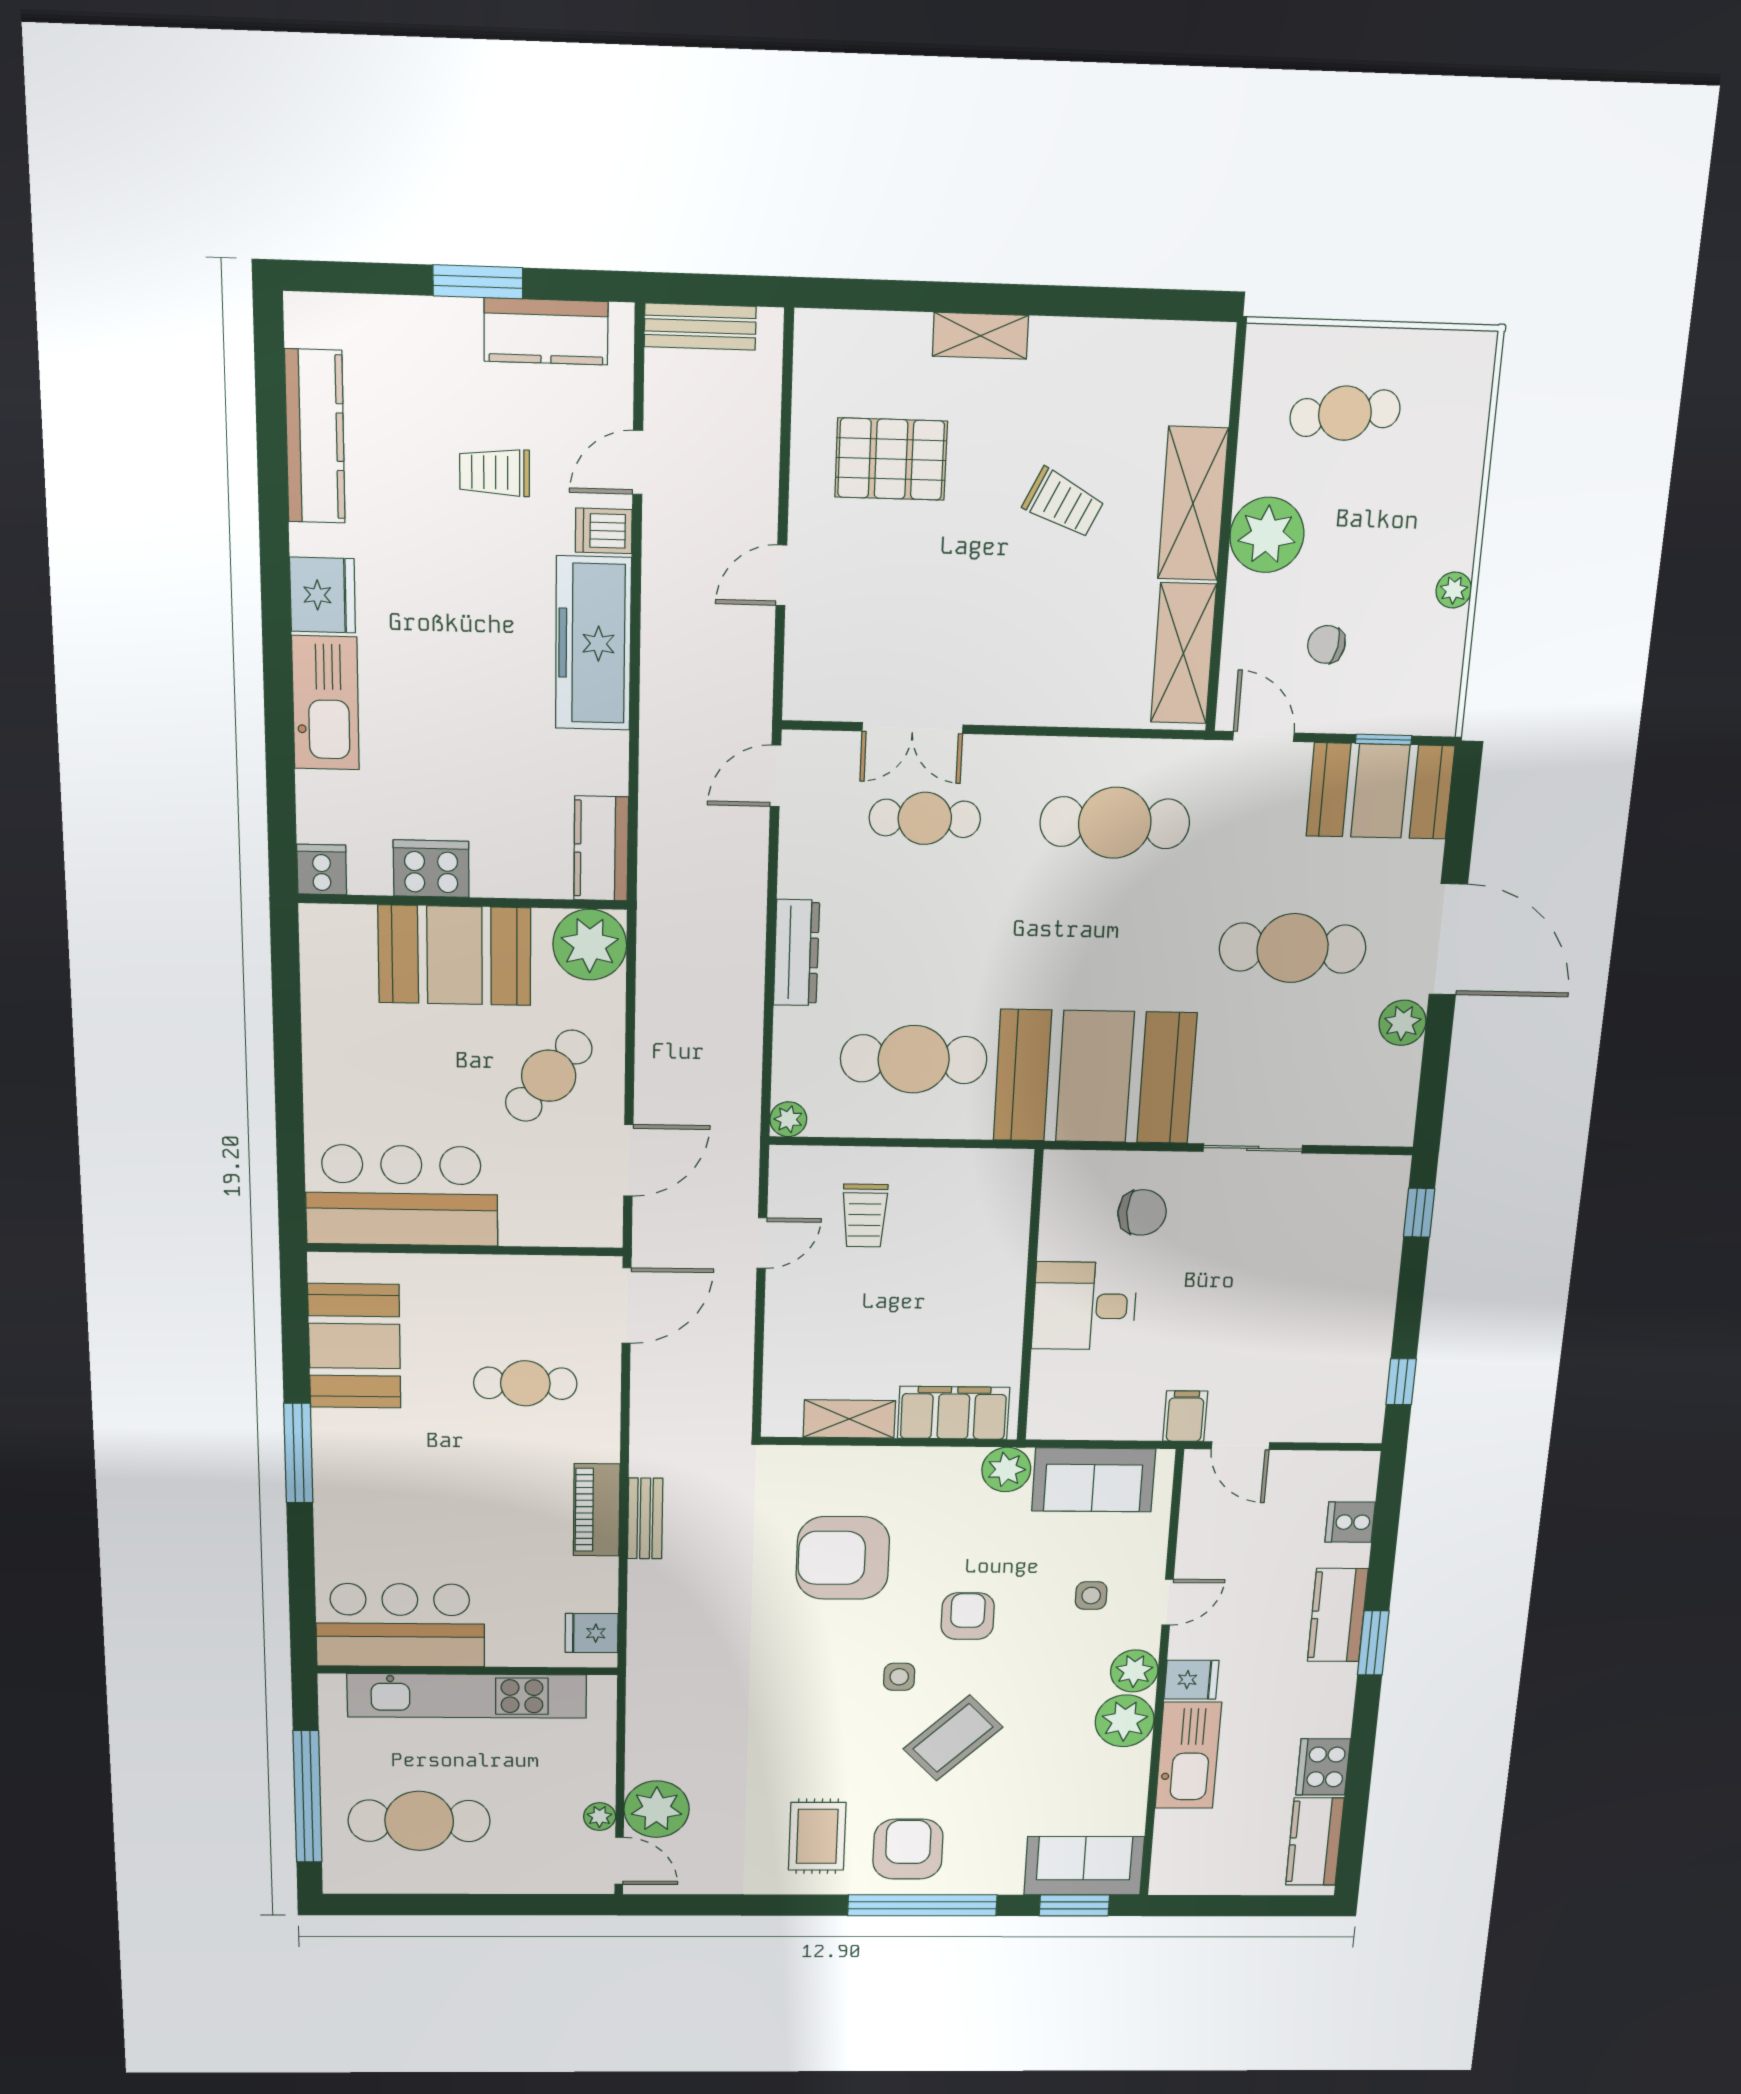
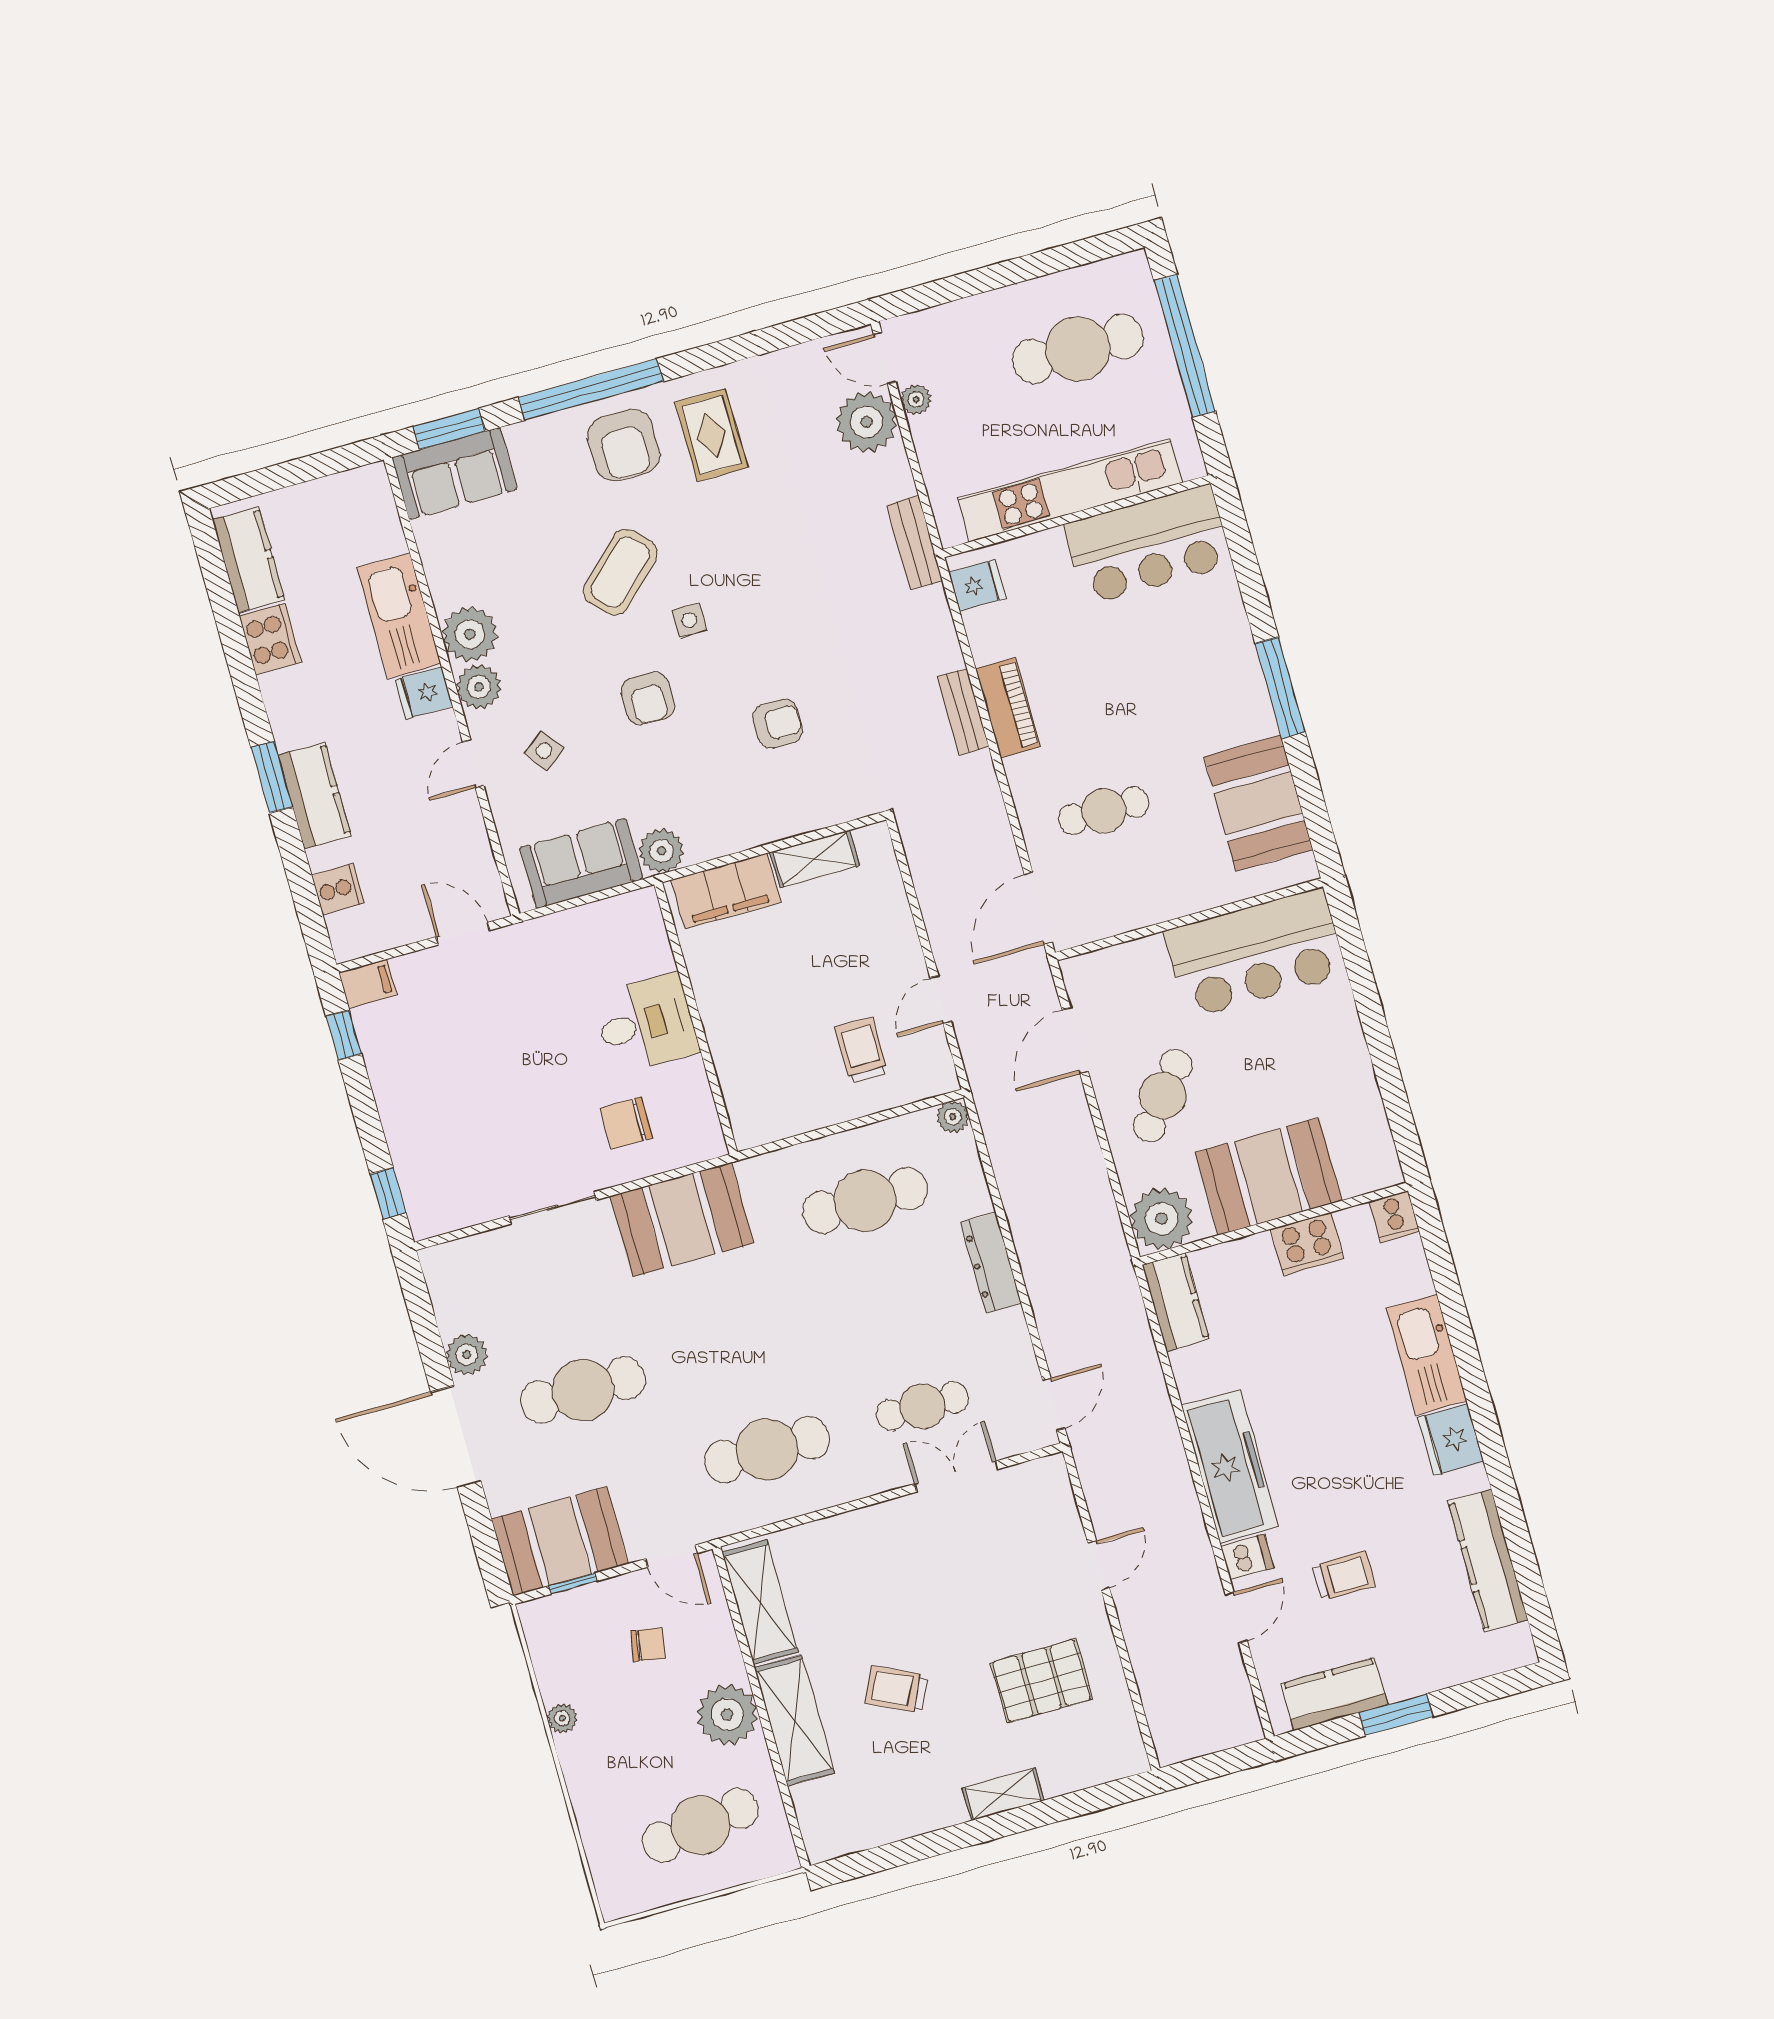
bench: (700, 327) -> (915, 543), moved, turned 90
cafe table: (1345, 413) -> (700, 1825), width x1.37, depth x1.35
booth: (1095, 1077) -> (682, 1220), width x0.73, depth x0.70
filing cabinet: (1185, 1416) -> (368, 984), moved, turned -90
armchair: (843, 1558) -> (778, 724), width x0.53, depth x0.53
side table: (1091, 1596) -> (544, 751), turned -38

